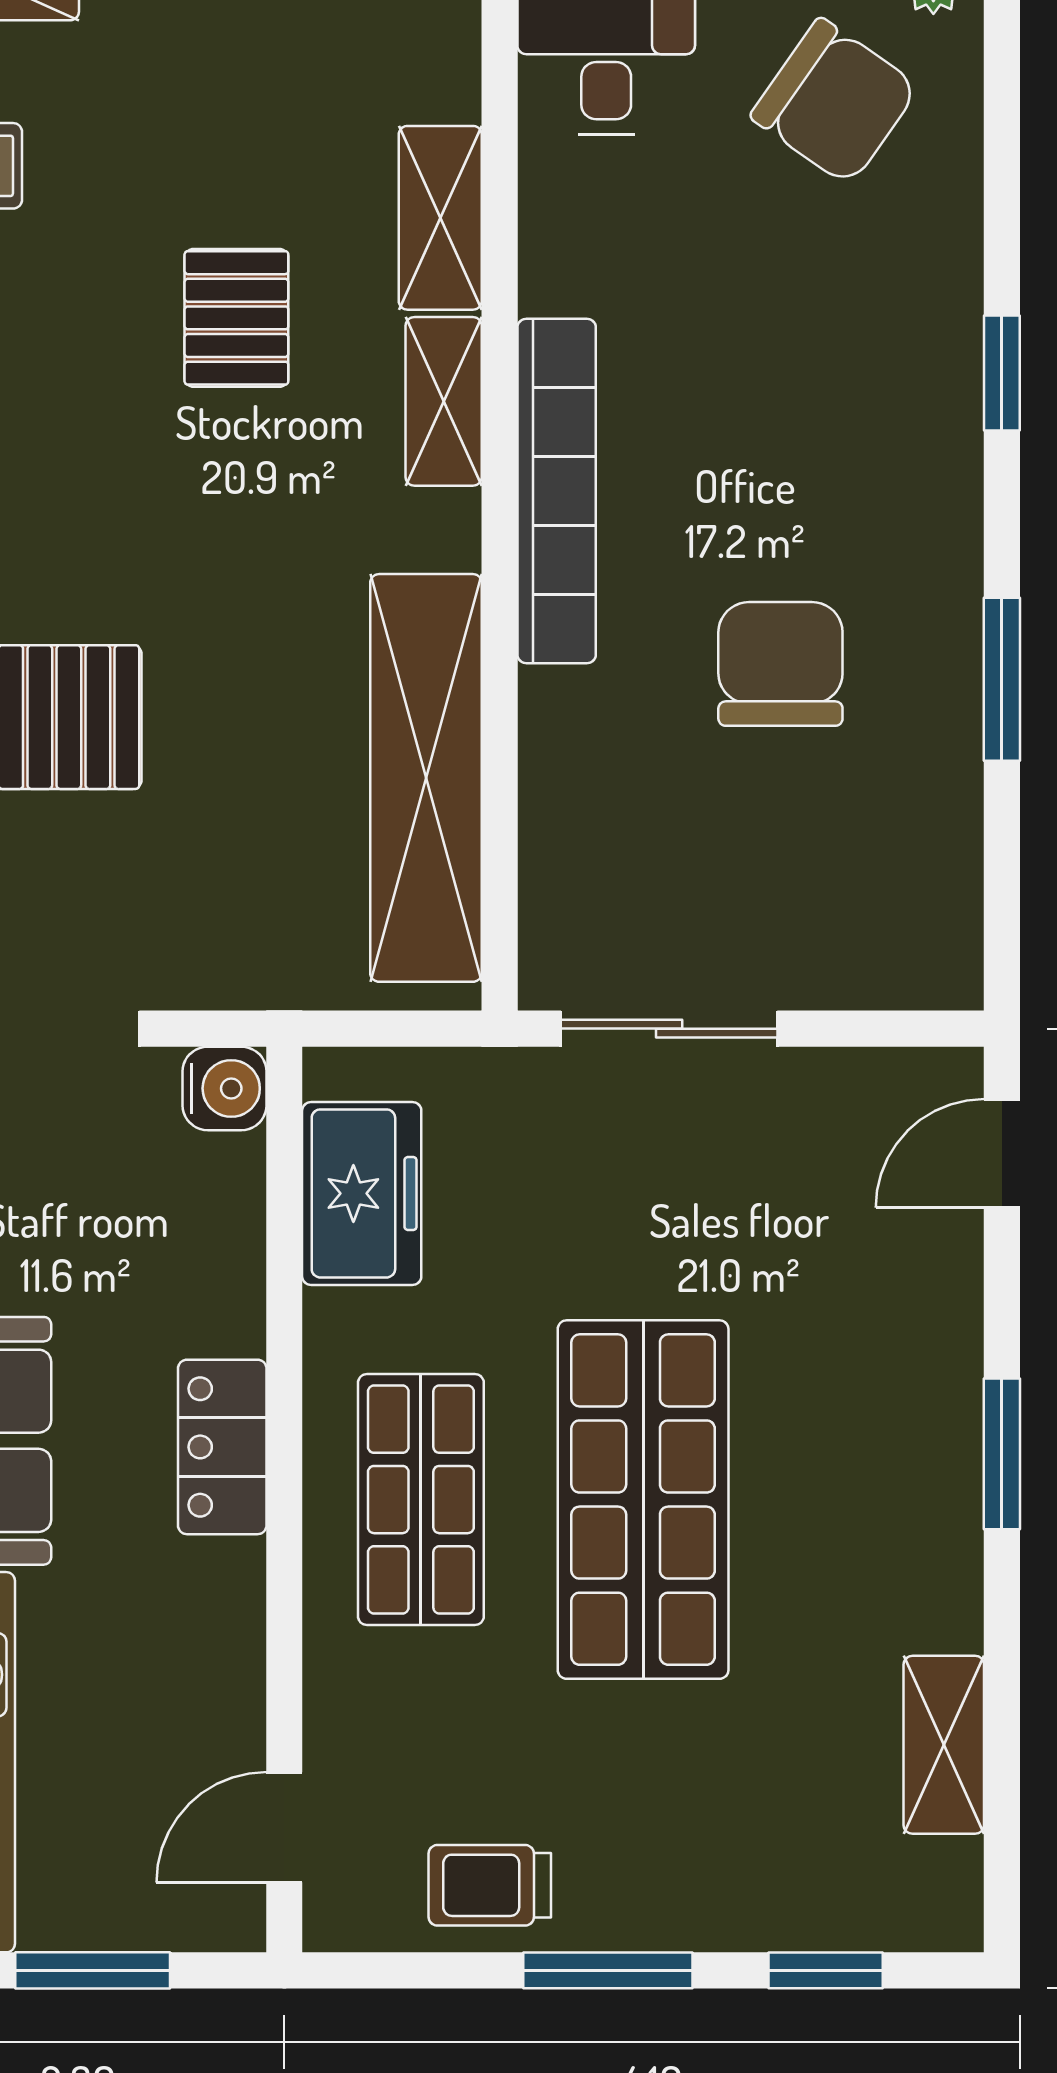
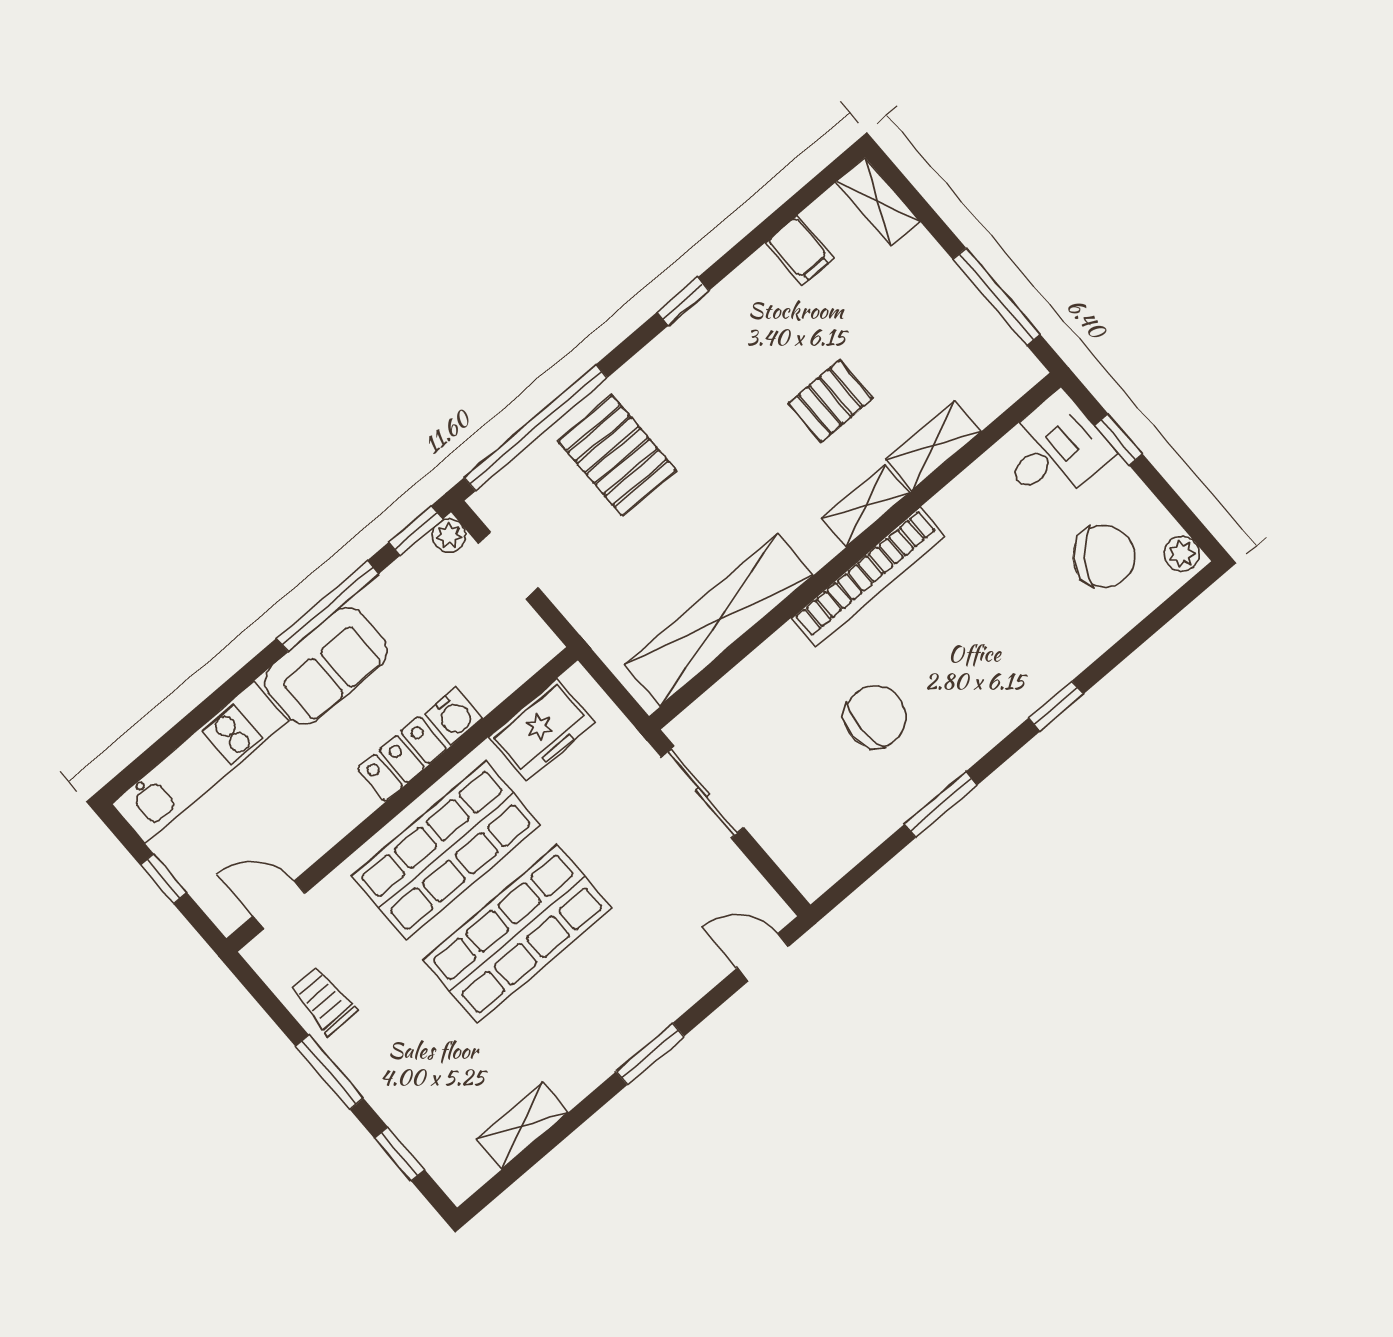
chair: (835, 102) -> (1104, 556), turned -88
water cooler: (225, 1088) -> (454, 716), moved
shop shelf: (421, 1500) -> (446, 851), width x1.43, depth x1.36
window: (93, 1970) -> (164, 879), width x0.67

